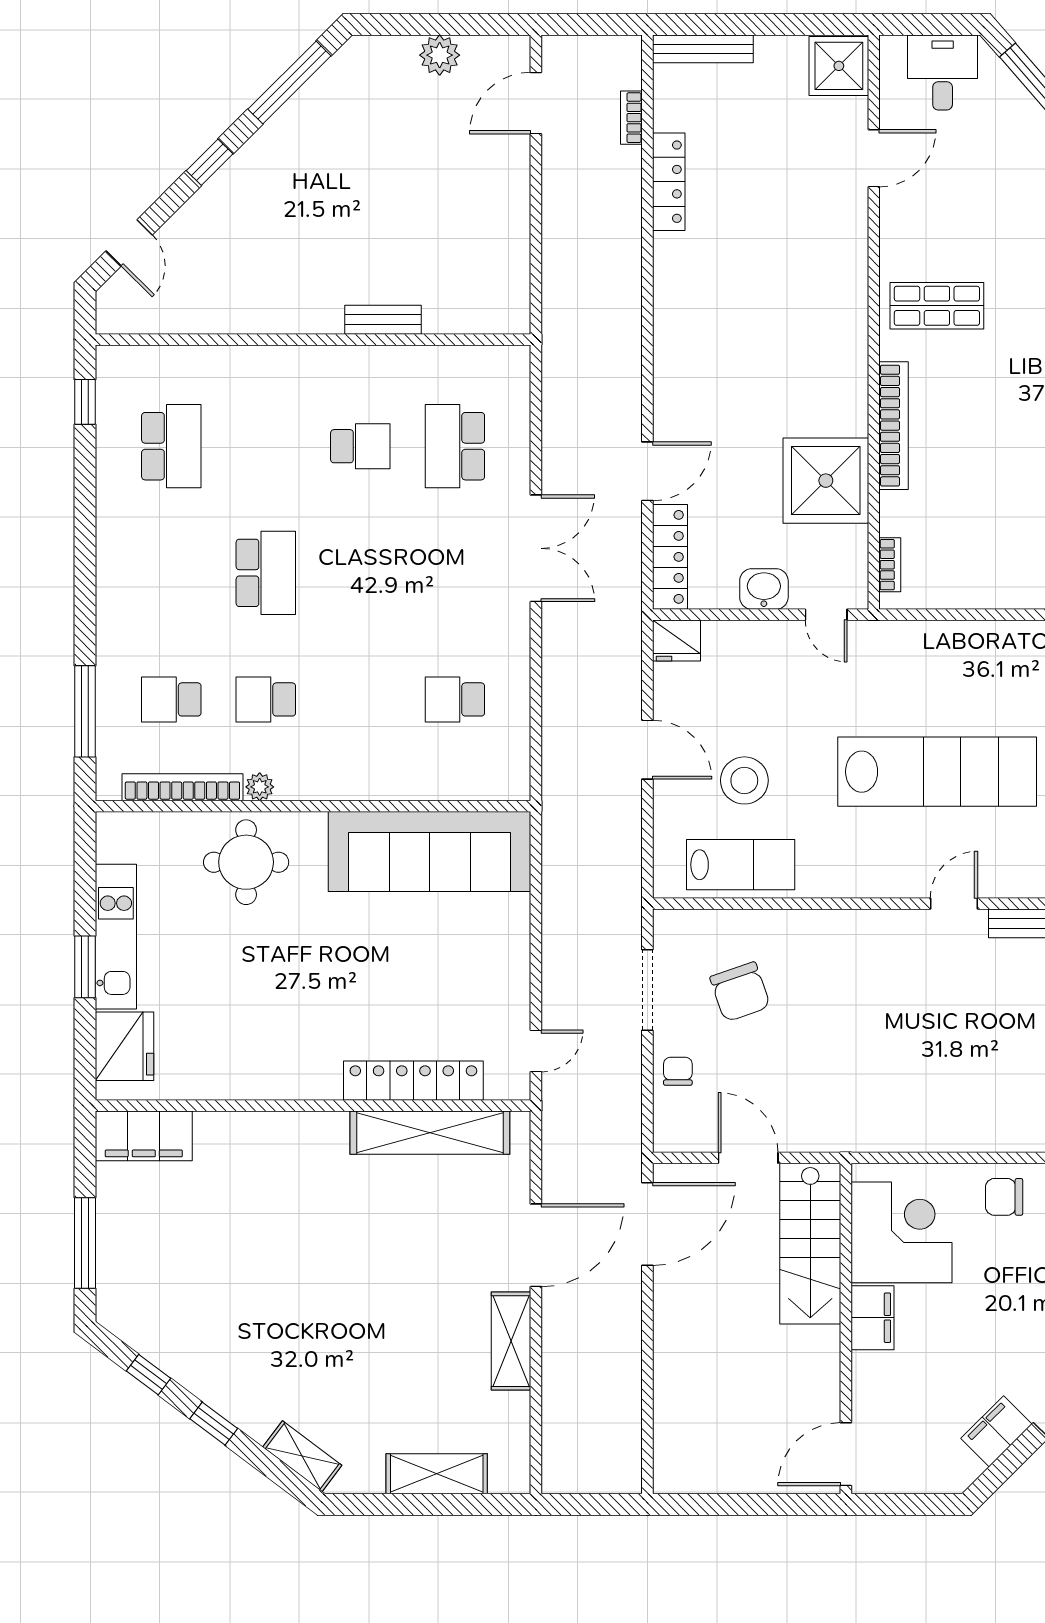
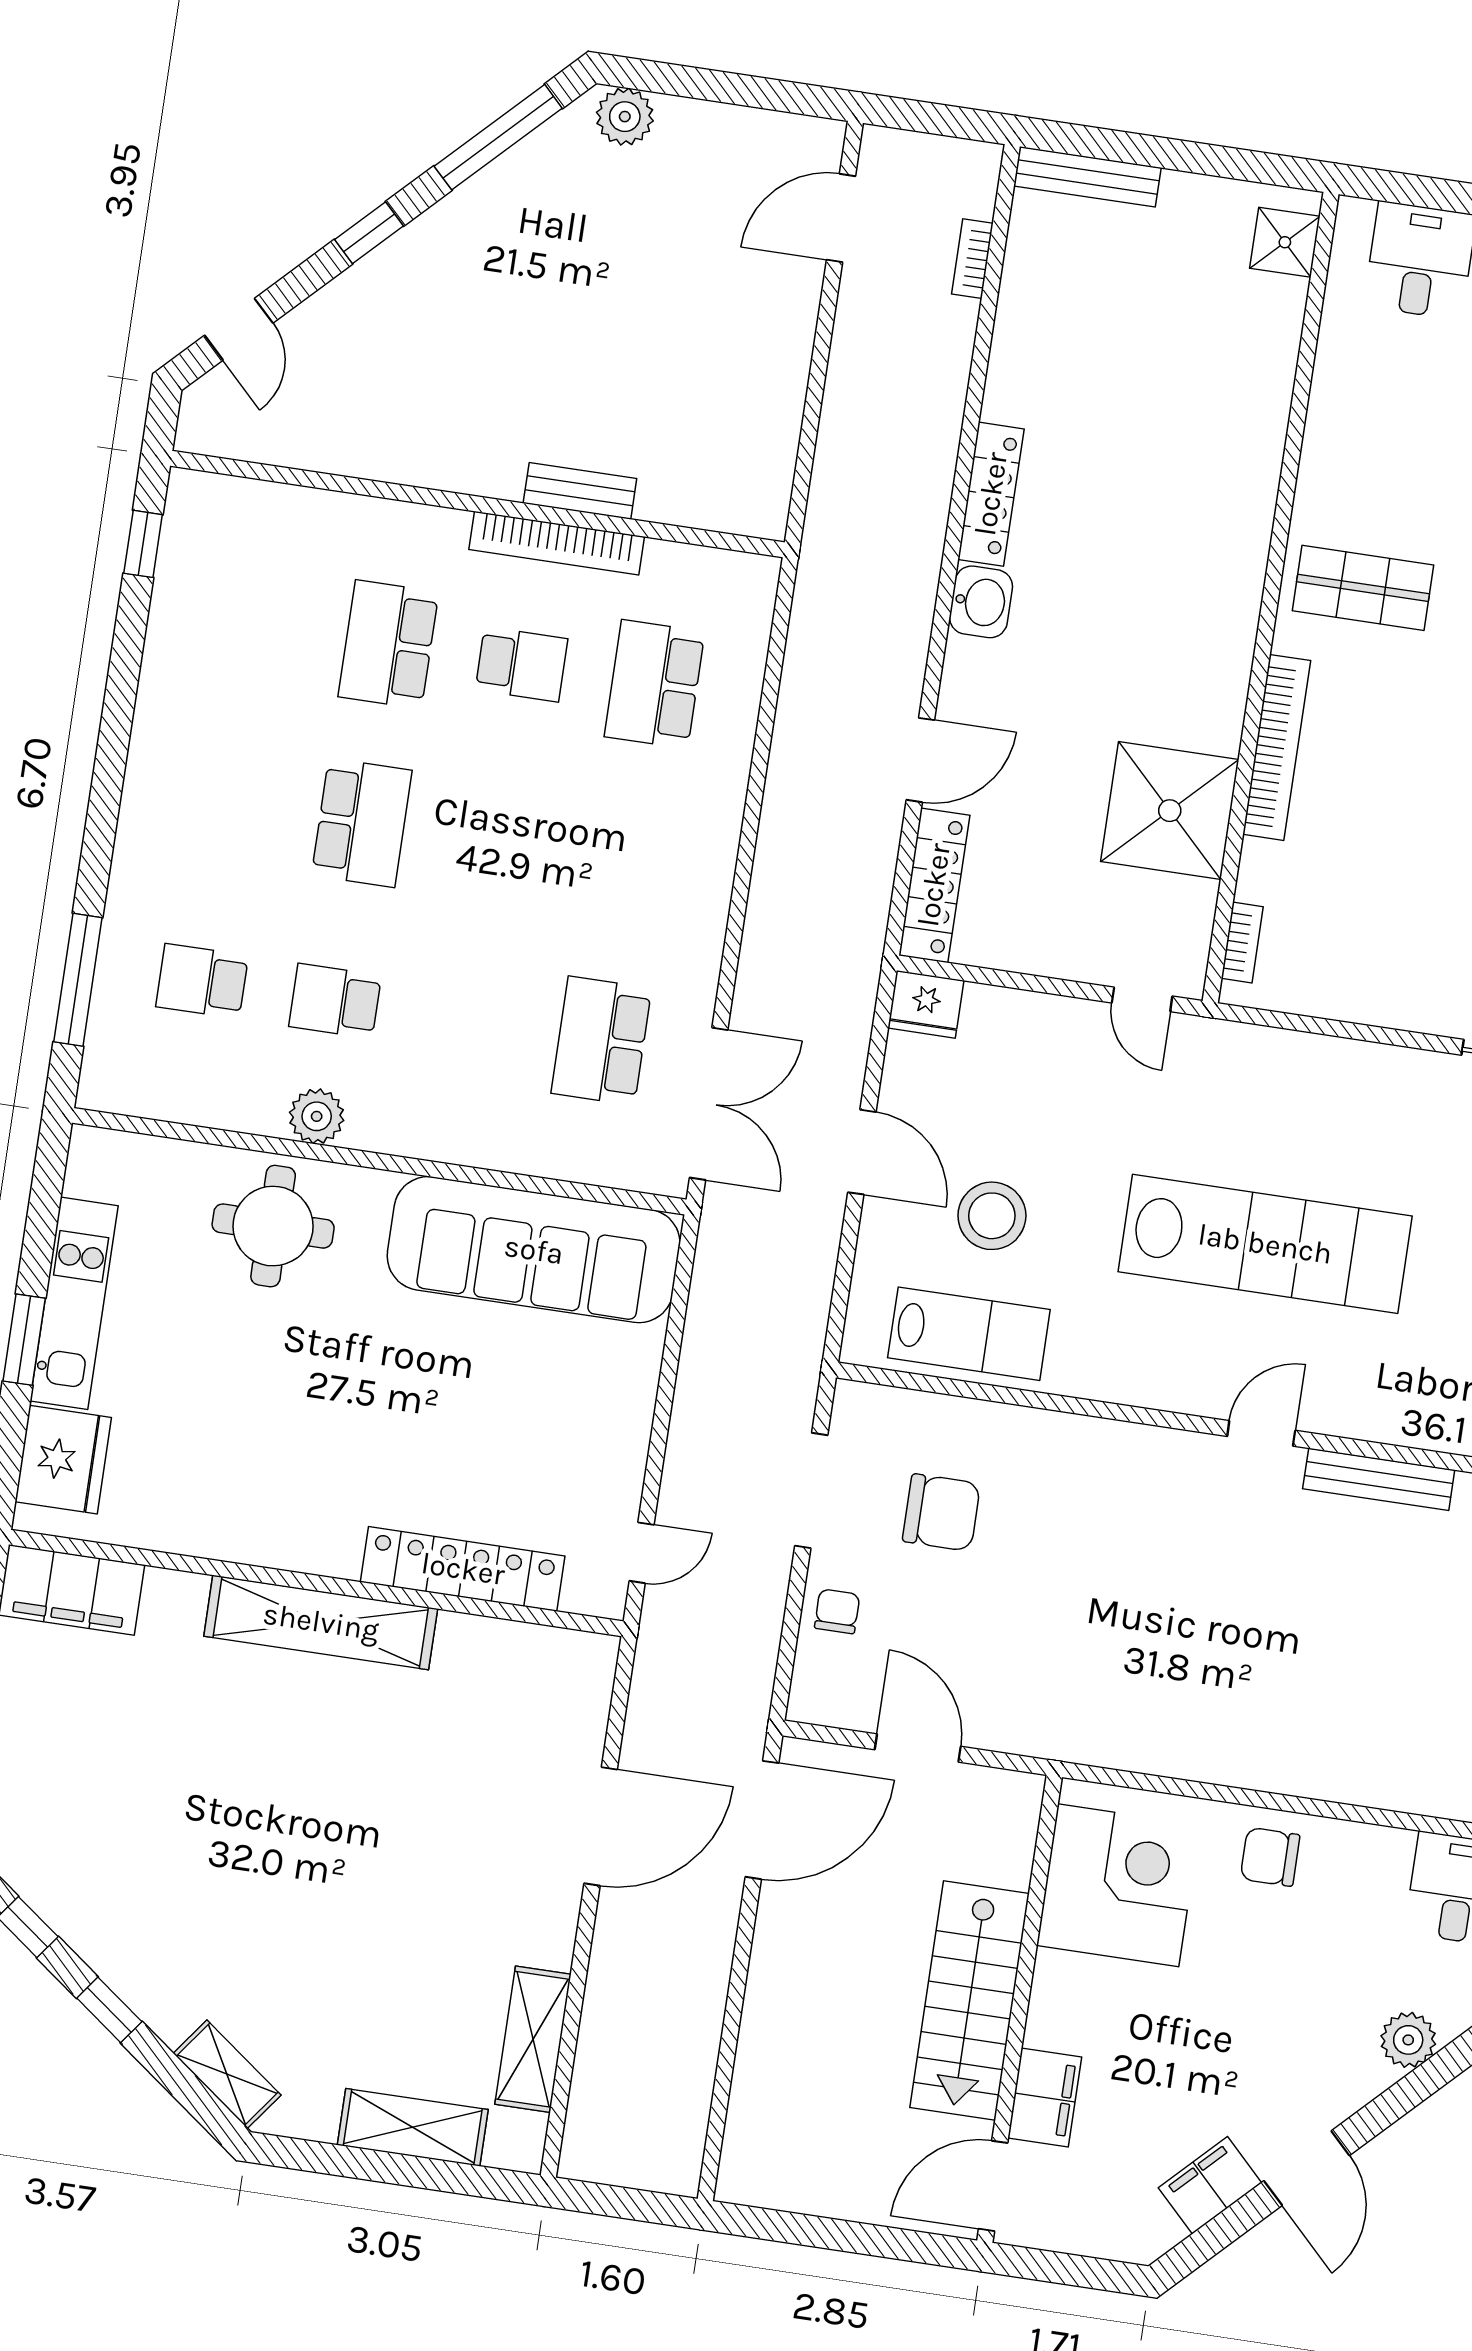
plant: (440, 55) -> (625, 117), moved
shower: (839, 66) -> (1285, 242), width x0.73, depth x0.73
door: (874, 158) -> (1305, 367), removed
locker: (669, 182) -> (991, 494), moved
school desk: (171, 446) -> (388, 644), moved, turned 180
double door: (536, 548) -> (709, 1104), moved
washbasin: (764, 589) -> (981, 602), moved, turned 90
school desk: (455, 699) -> (601, 1041), width x1.85
bookcase: (182, 787) -> (557, 543), moved, turned 180
plant: (260, 787) -> (317, 1116), width x1.38, depth x1.38
chair: (740, 992) -> (941, 1512), turned -71
shelving: (430, 1133) -> (321, 1622), moved
stairs: (810, 1244) -> (970, 2001), moved
filing cabinet: (872, 1318) -> (1045, 2097), moved
shelving: (511, 1341) -> (533, 2039), moved

